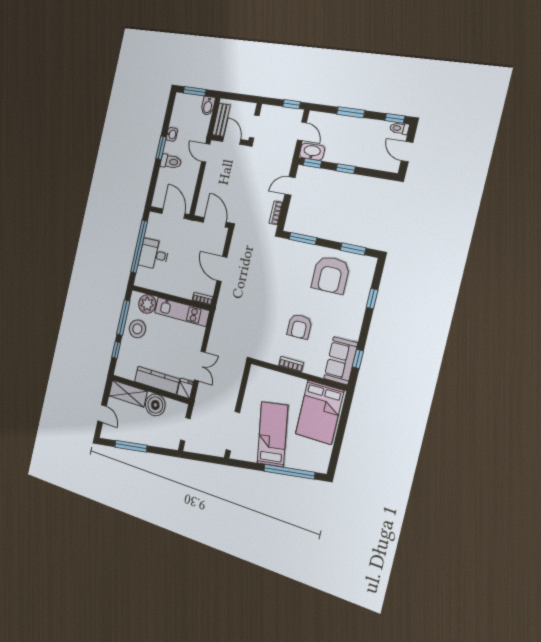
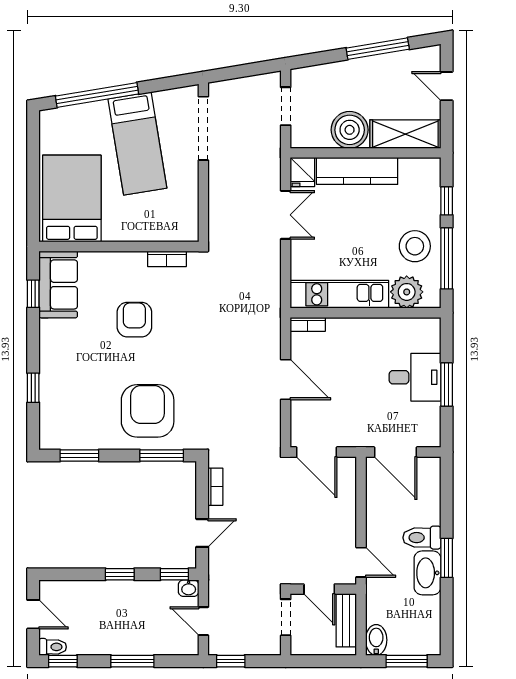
washbasin: (172, 134) -> (427, 573), width x1.91, depth x1.45
washbasin: (312, 152) -> (189, 588), width x0.52, depth x0.69
window: (139, 247) -> (447, 385), width x0.47
armchair: (331, 275) -> (148, 411), moved
bookcase: (291, 364) -> (167, 259), moved
double door: (200, 366) -> (286, 215), swing flipped

